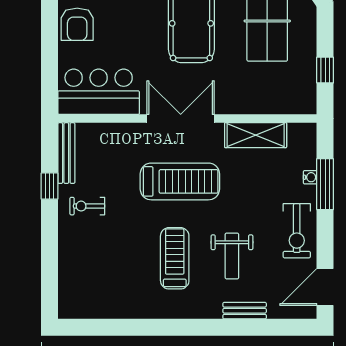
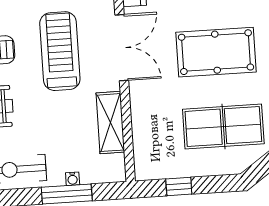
treadmill: (180, 181) -> (60, 51), turned 180

